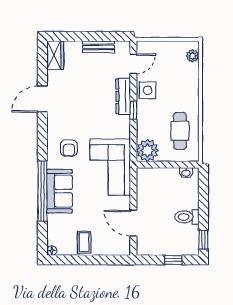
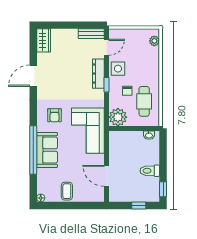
bench: (99, 47) -> (91, 34), moved
chair: (159, 118) -> (127, 91), added

